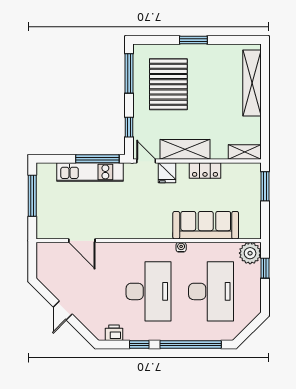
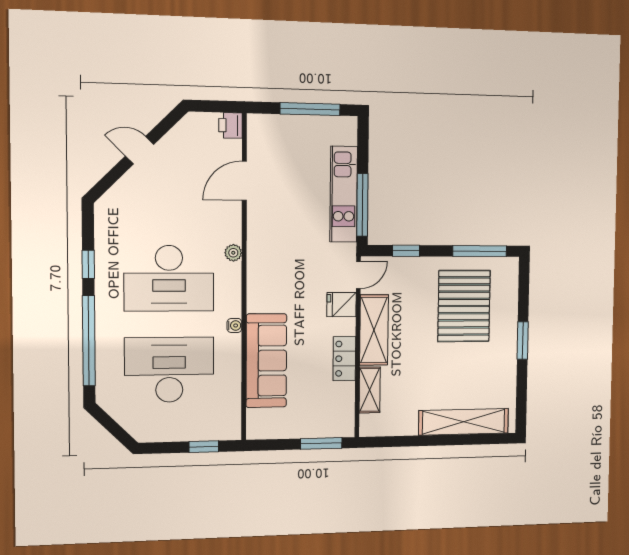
pallet: (168, 84) -> (464, 306), turned 90
shelving: (245, 152) -> (370, 390), moved
plant: (250, 253) -> (233, 253), moved, width x0.53, depth x0.53
desk: (211, 291) -> (169, 370), turned 180
printer: (114, 333) -> (231, 125), moved, turned 180

